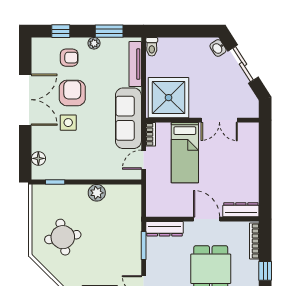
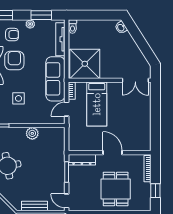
sliding door: (243, 64) -> (139, 39), removed
double door: (219, 120) -> (135, 80), moved
side table: (68, 123) -> (19, 98), moved
dresser: (241, 210) -> (138, 146), removed

